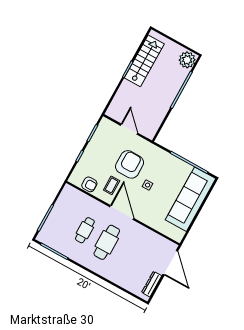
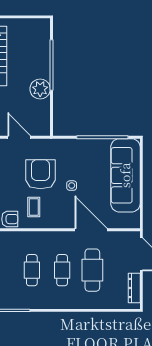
plant: (187, 60) -> (40, 89), moved
door: (122, 213) -> (91, 230), moved
cafe table: (107, 242) -> (62, 270), width x0.73, depth x0.74
cafe table: (129, 254) -> (92, 270), added

